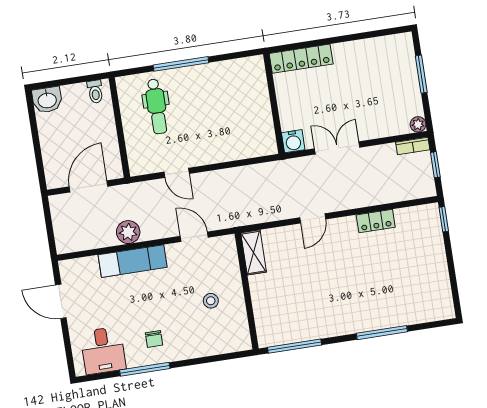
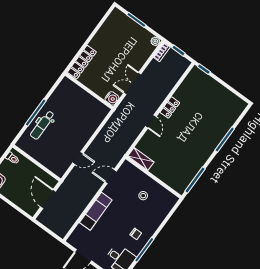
dental chair: (157, 106) -> (42, 125), moved, turned 90
locker: (376, 221) -> (170, 107), moved
plant: (128, 232) -> (82, 201), removed

